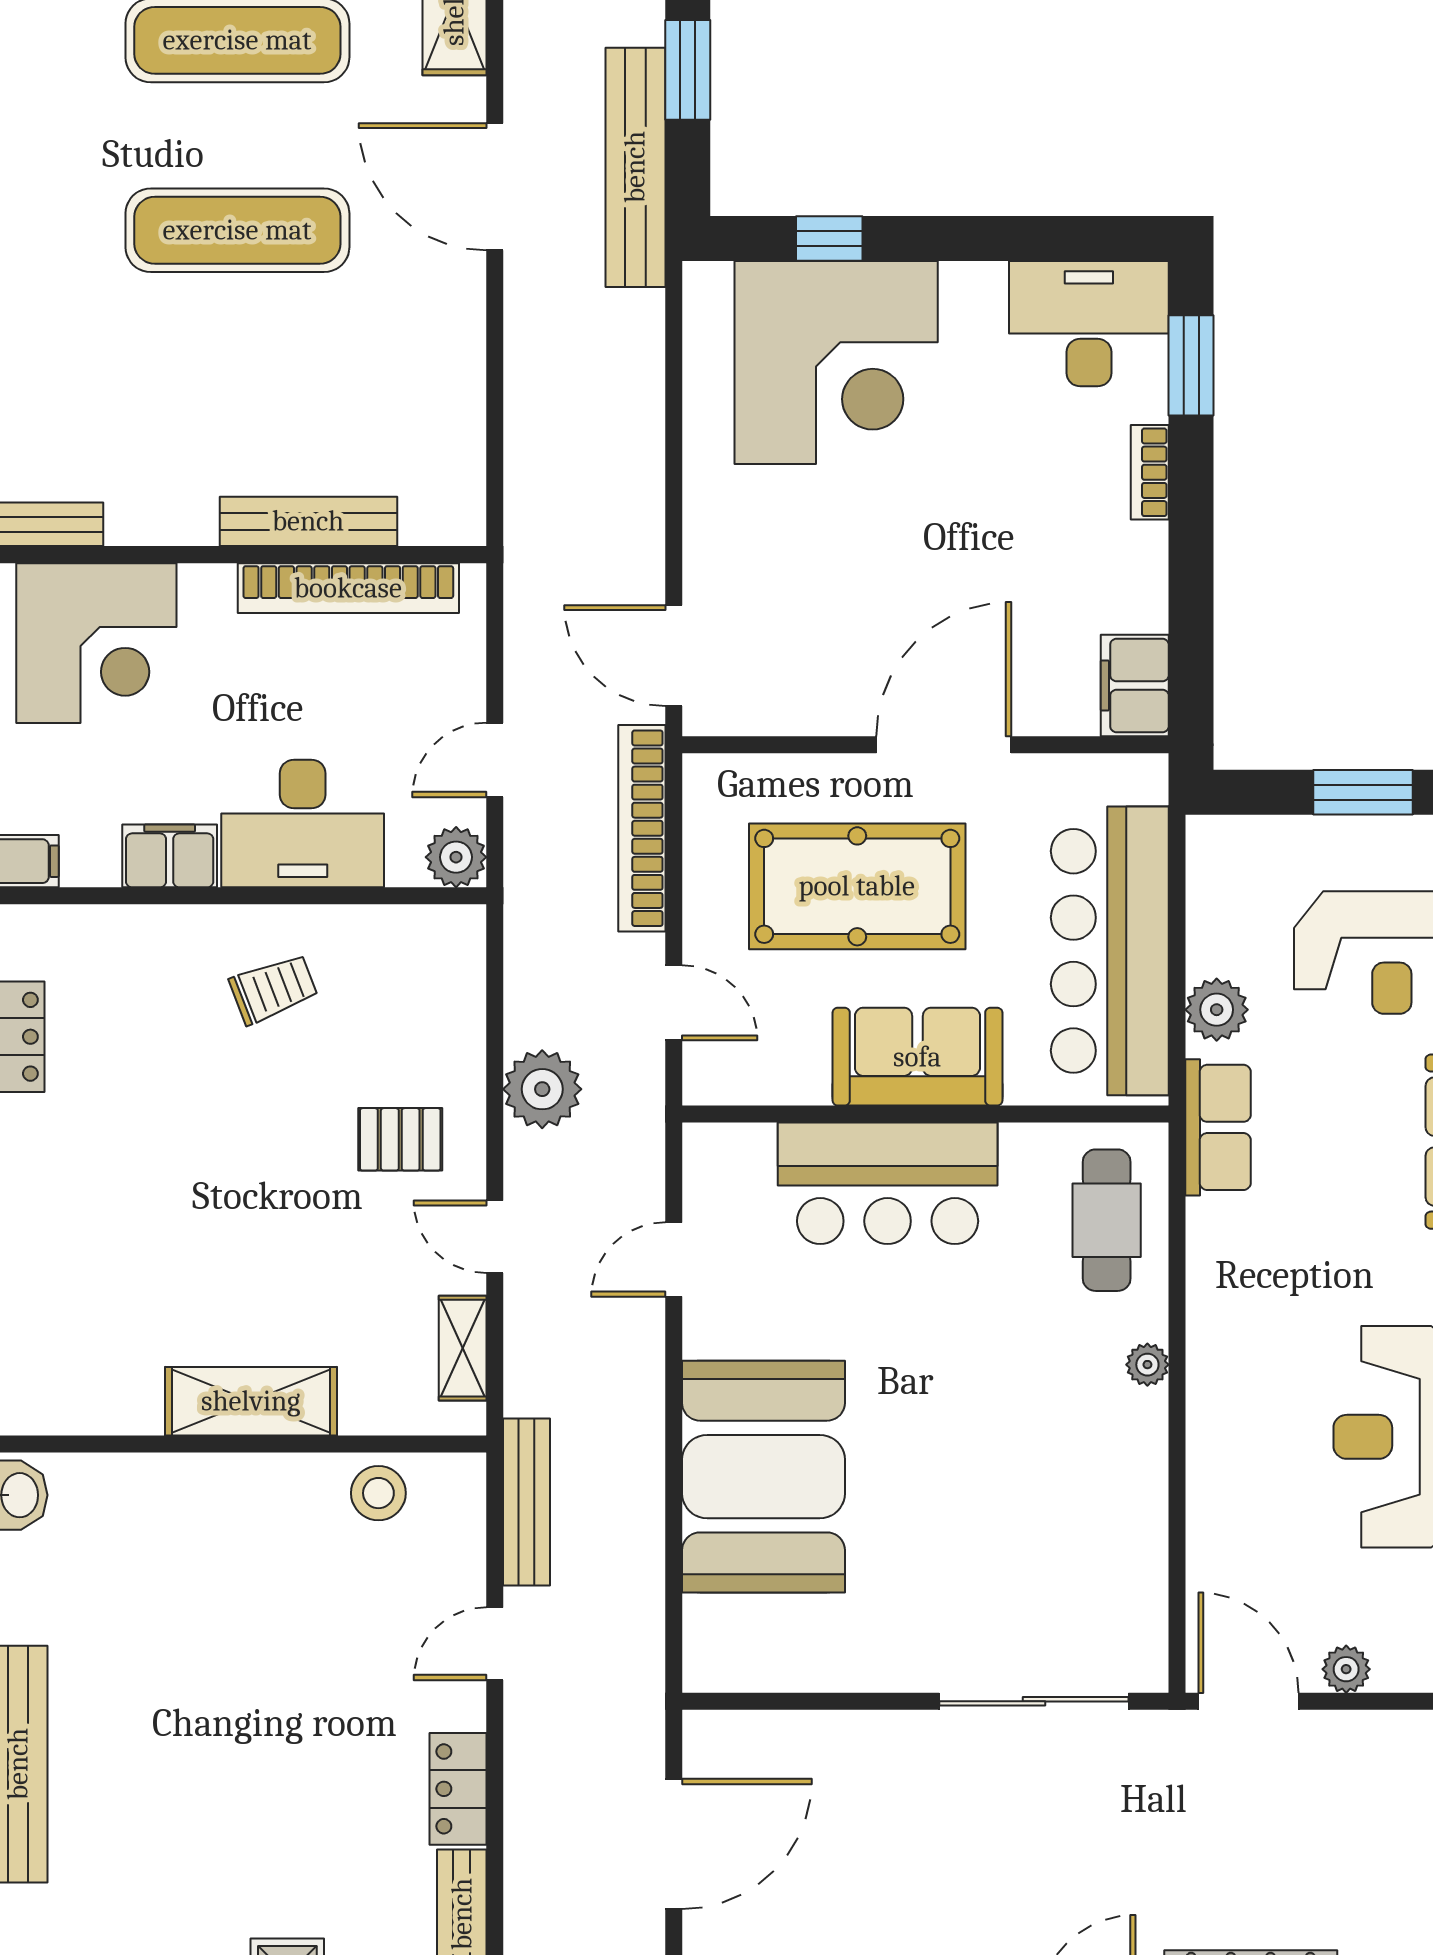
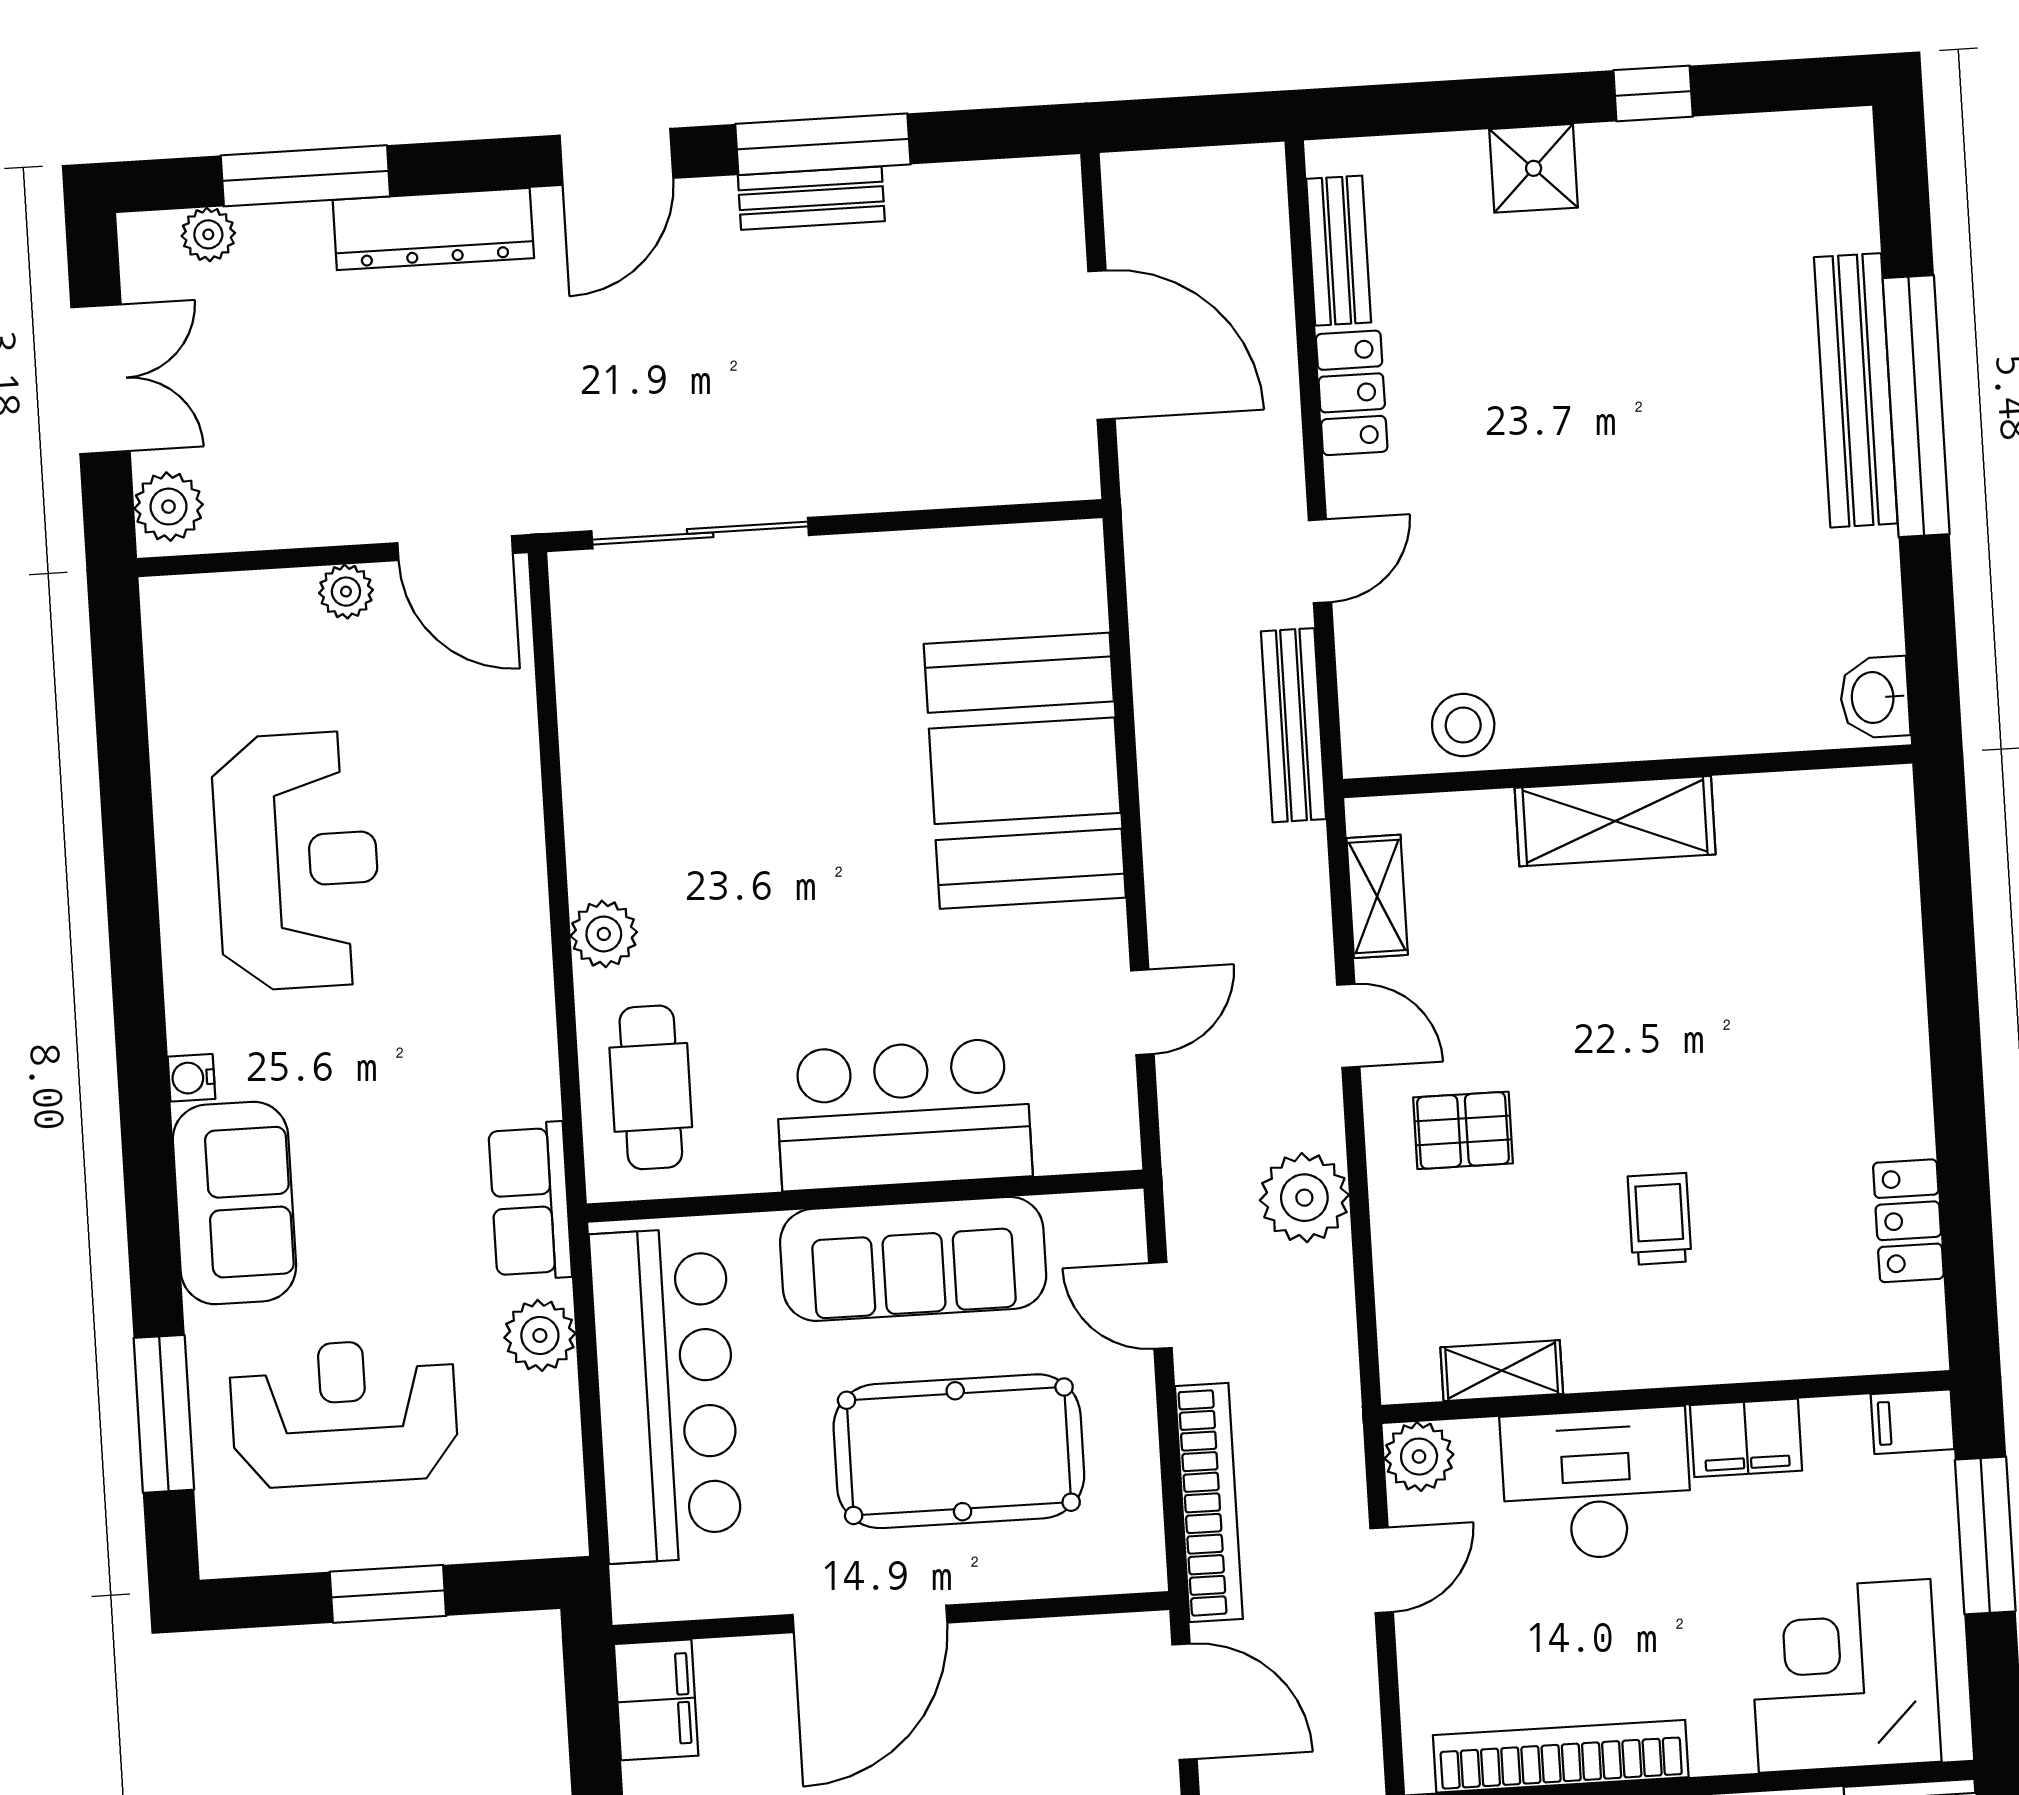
shelving: (379, 928) -> (1502, 1371), added
trolley: (273, 989) -> (1660, 1219), moved, turned 111
sofa: (917, 1057) -> (913, 1259), width x1.36
plant: (1147, 1365) -> (604, 934), width x1.38, depth x1.38
door: (674, 1844) -> (1102, 345), swing flipped

